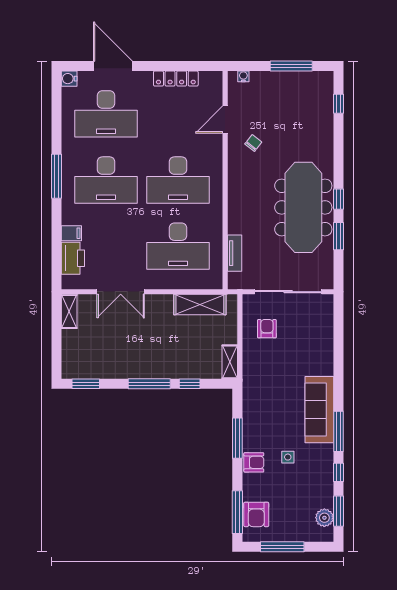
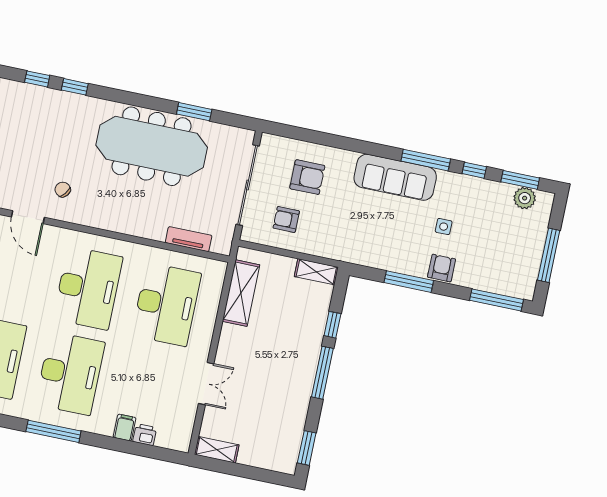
window: (338, 199) -> (75, 87), moved
printer: (73, 258) -> (145, 435), width x0.53, depth x0.68
double door: (121, 292) -> (206, 384), width x0.73
armchair: (256, 514) -> (307, 177), moved

